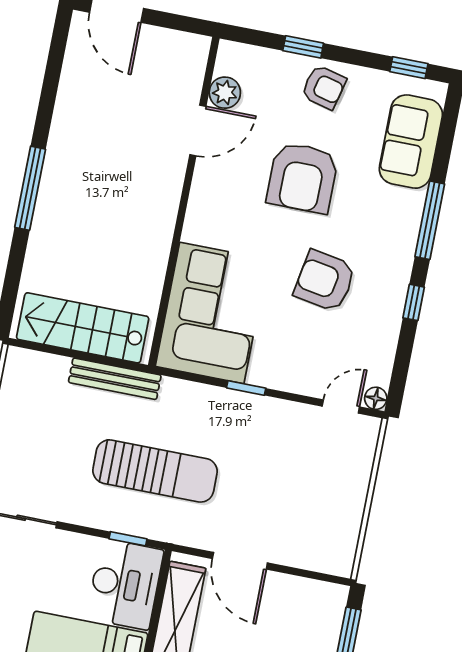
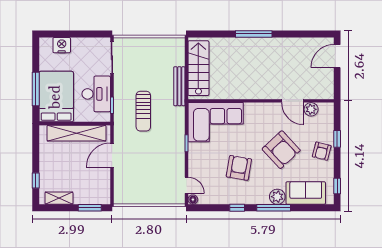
armchair: (302, 178) -> (281, 150), turned -133
plant: (407, 207) -> (277, 197), added
sun lounger: (155, 471) -> (143, 111), width x0.73, depth x0.75
desk: (125, 584) -> (96, 94), moved, turned -90

